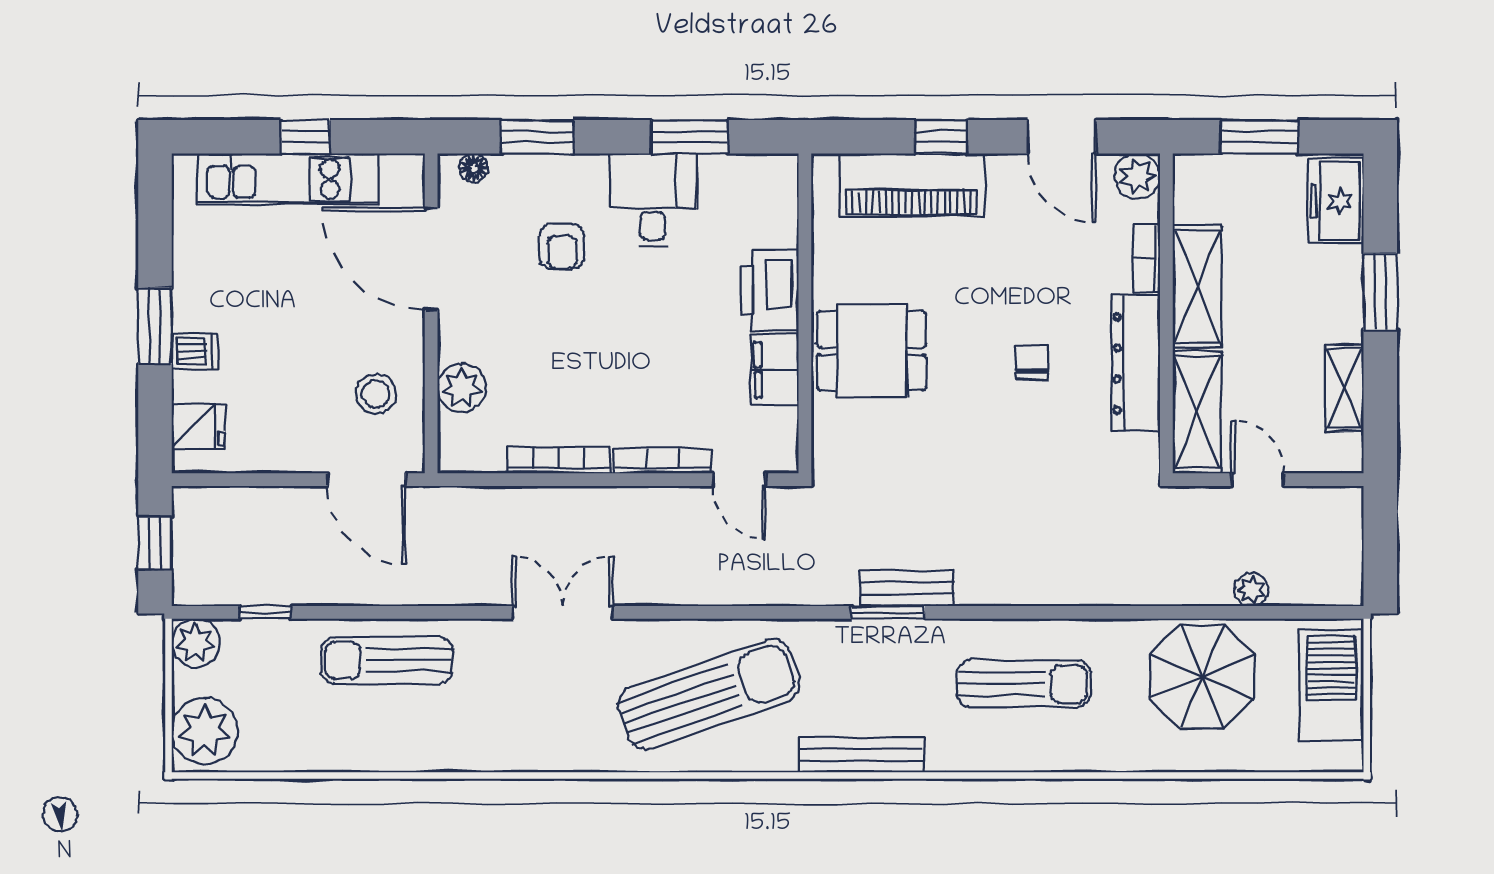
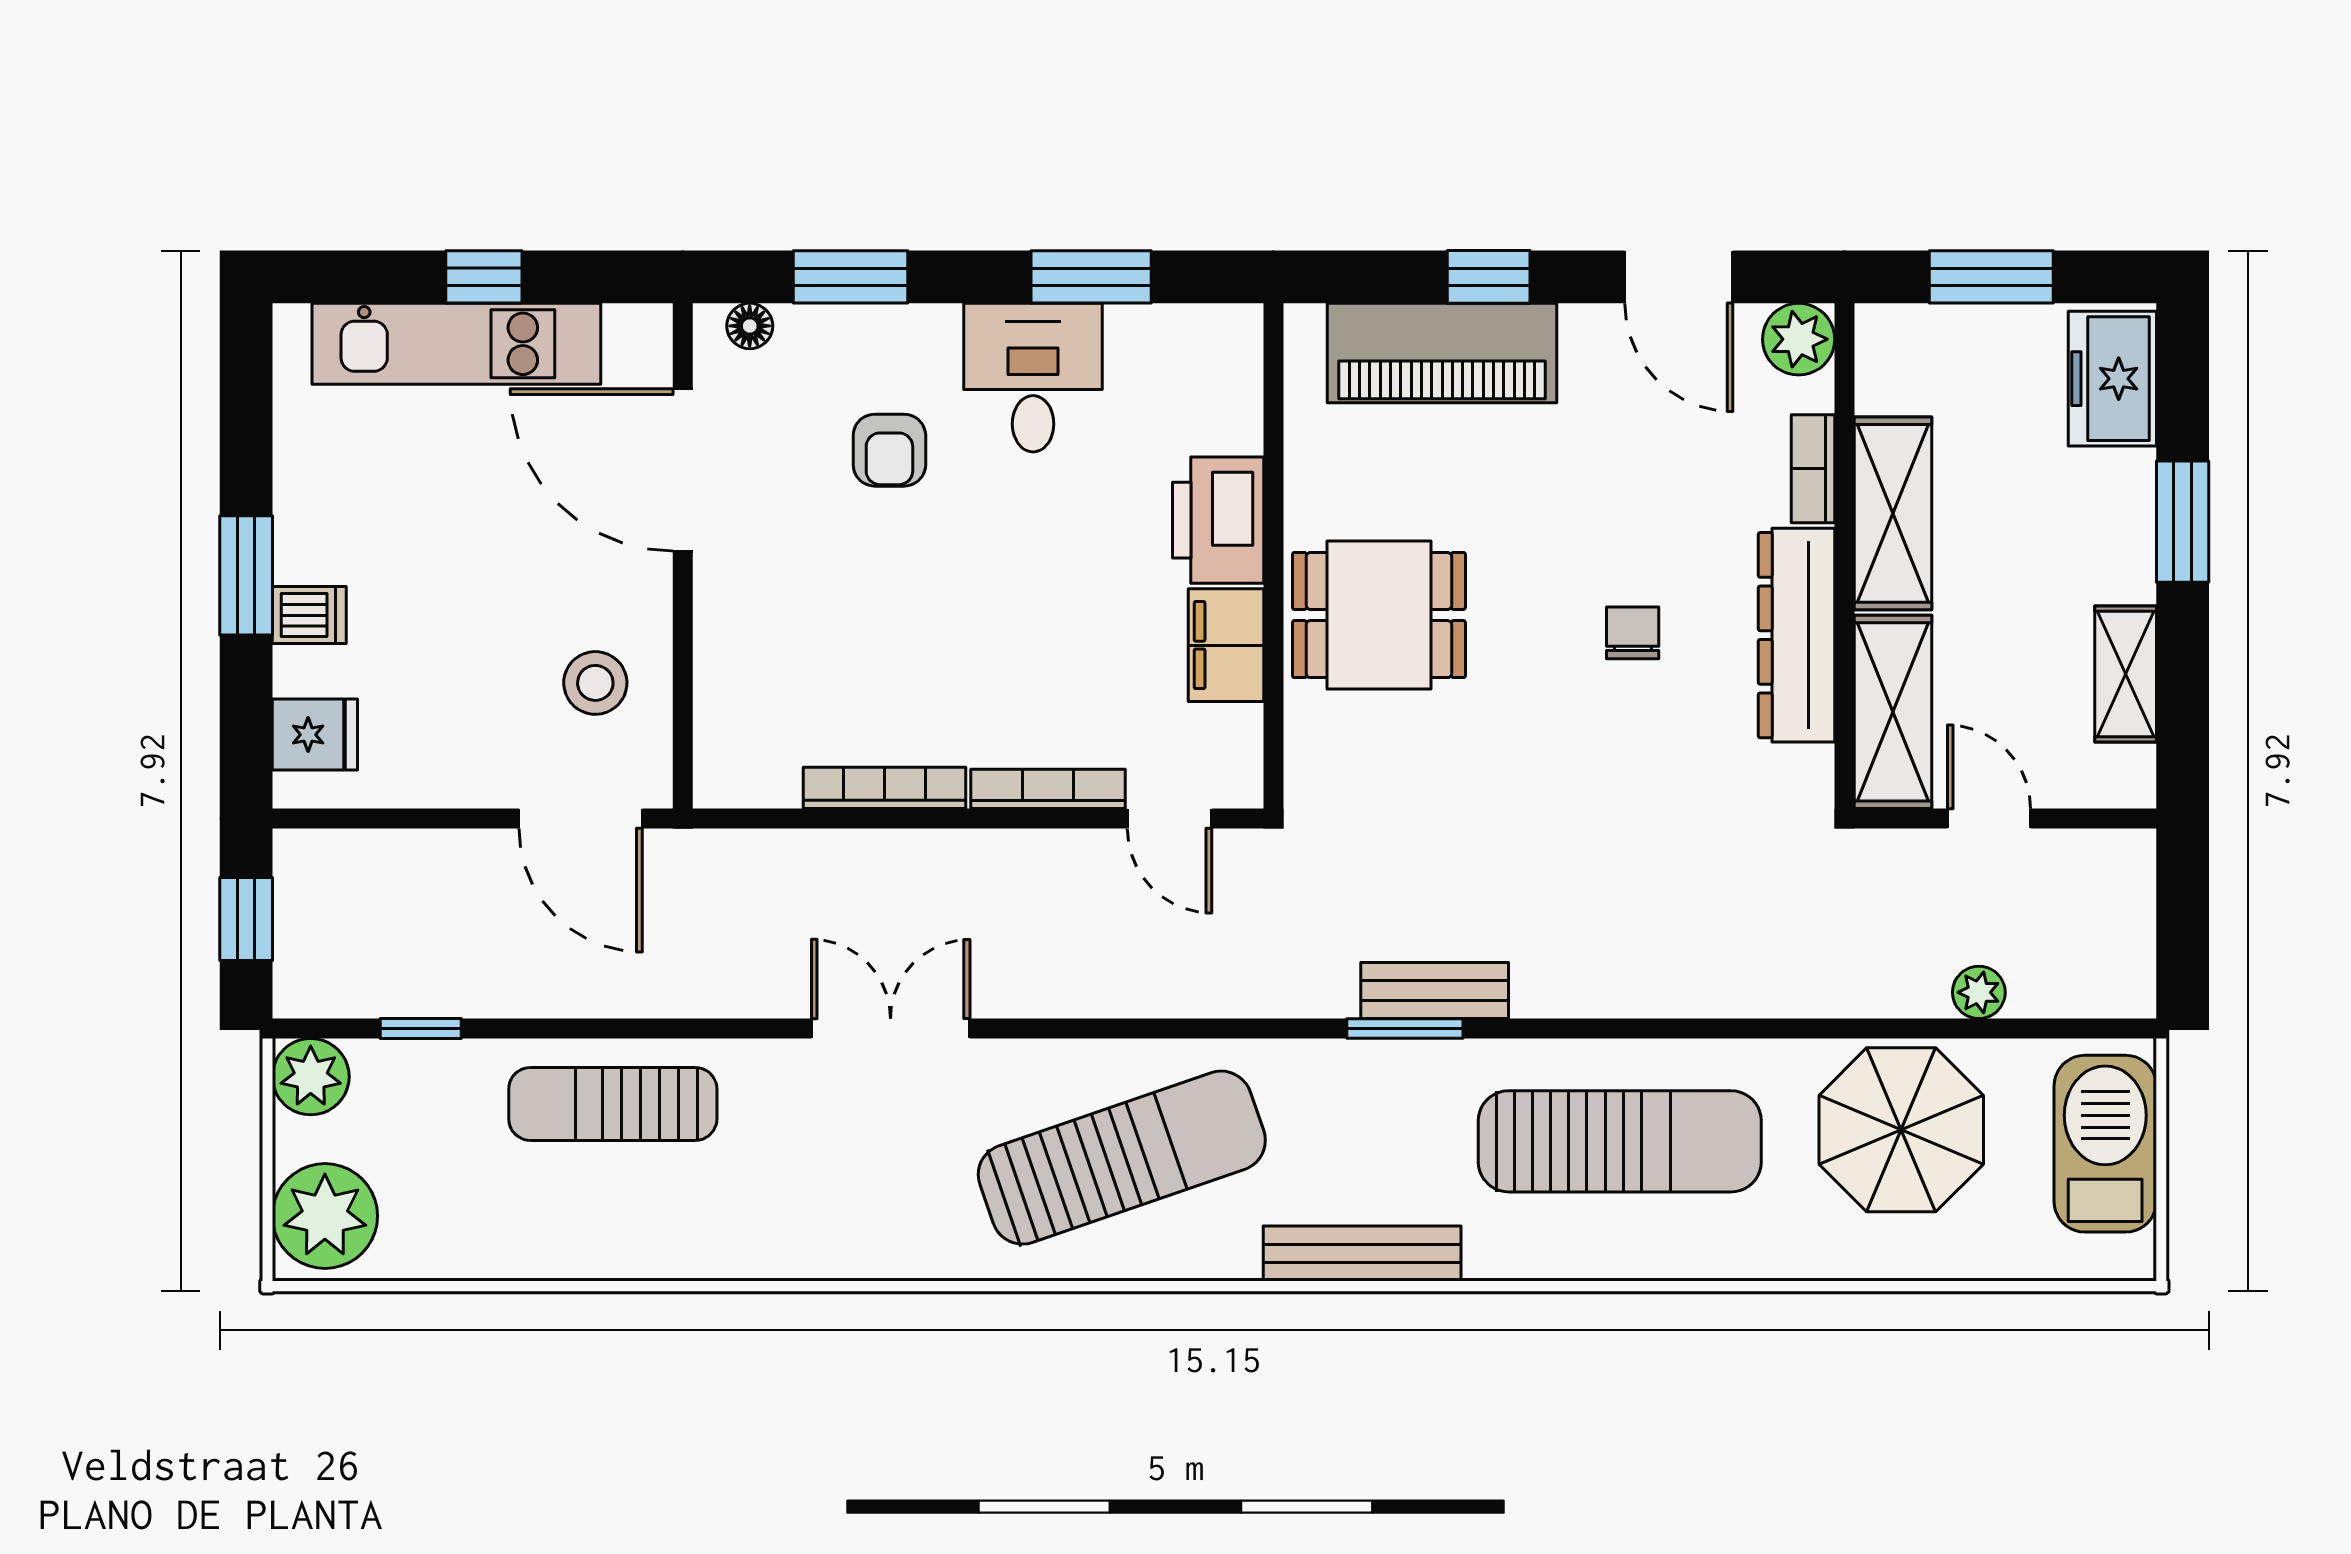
plant: (462, 388) -> (731, 674), removed
sun lounger: (1024, 684) -> (1620, 1141), width x1.36, depth x1.34

